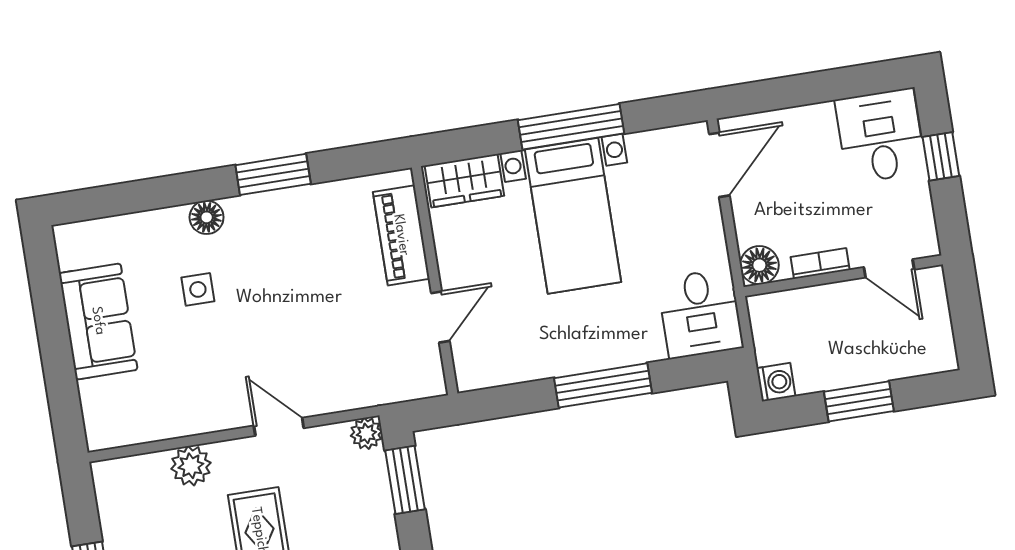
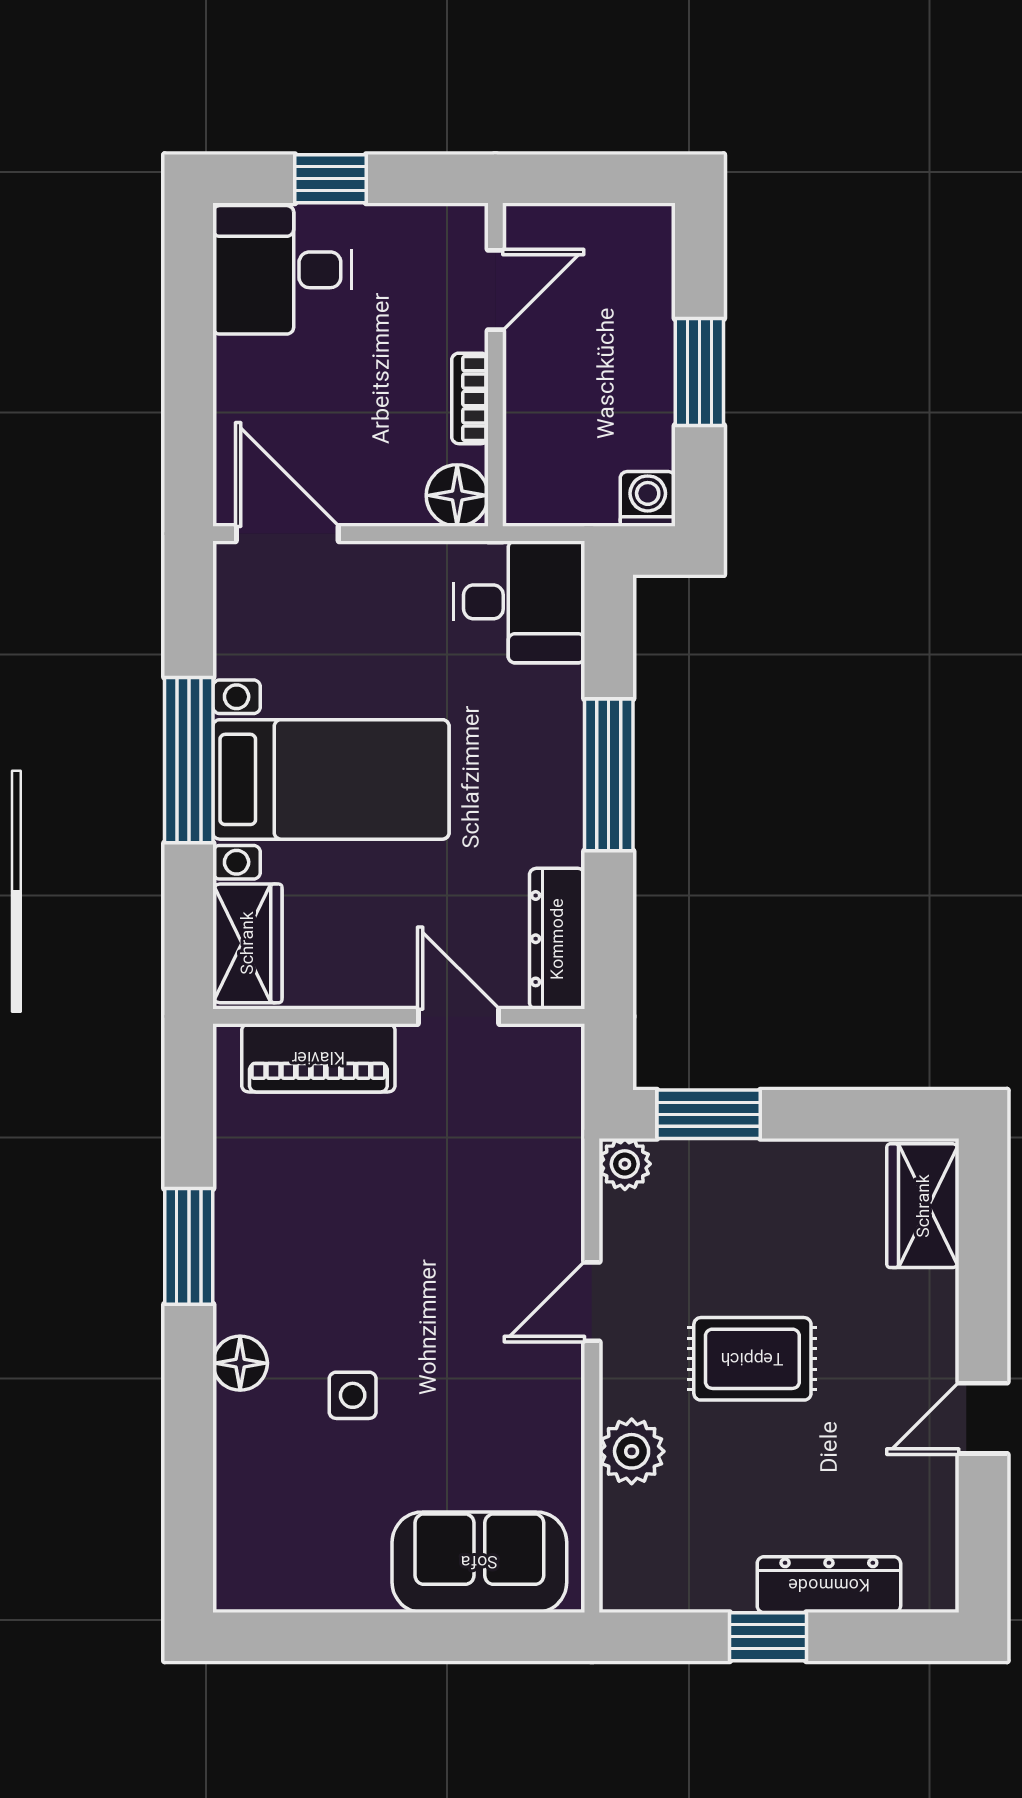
sofa: (98, 321) -> (479, 1562), moved
dresser: (498, 370) -> (557, 939), added

